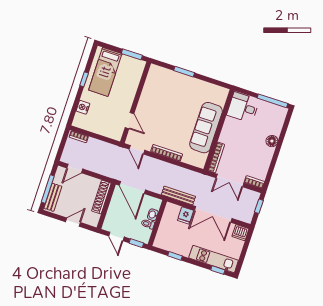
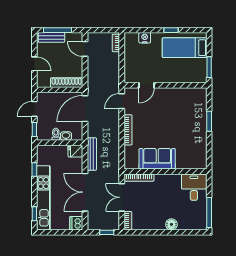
sofa: (206, 128) -> (157, 159), width x0.73
fridge: (185, 215) -> (75, 151), moved
kitchen unit: (214, 259) -> (43, 198), width x1.36

